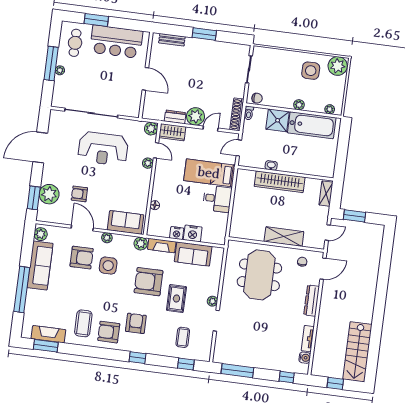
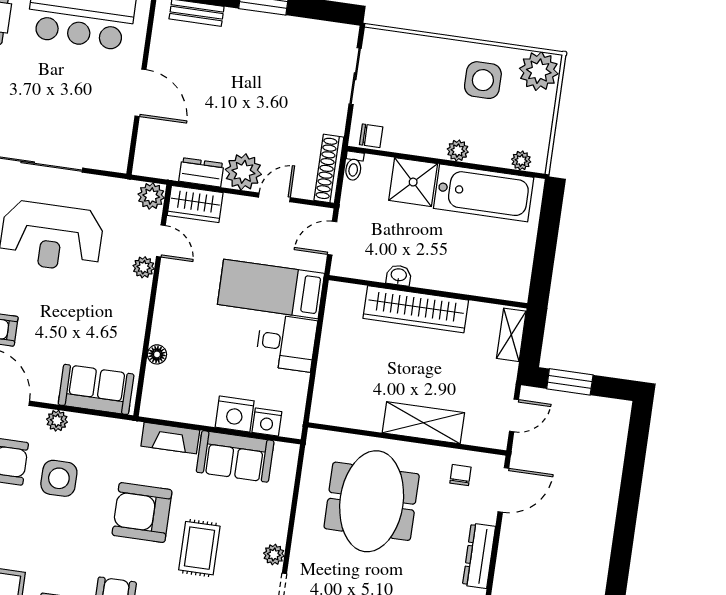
nightstand: (177, 233) -> (267, 422), moved
plant: (141, 244) -> (127, 433), removed

